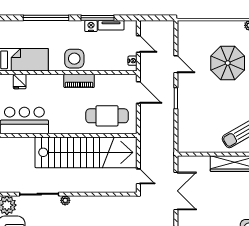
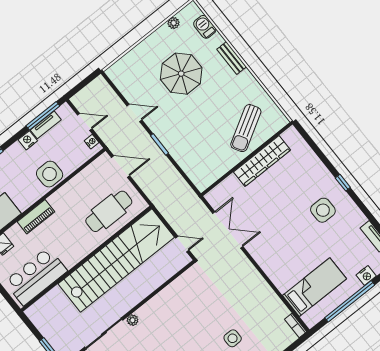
window: (98, 18) -> (43, 116), moved
side table: (74, 59) -> (50, 174), moved
piano: (79, 81) -> (36, 217), moved

